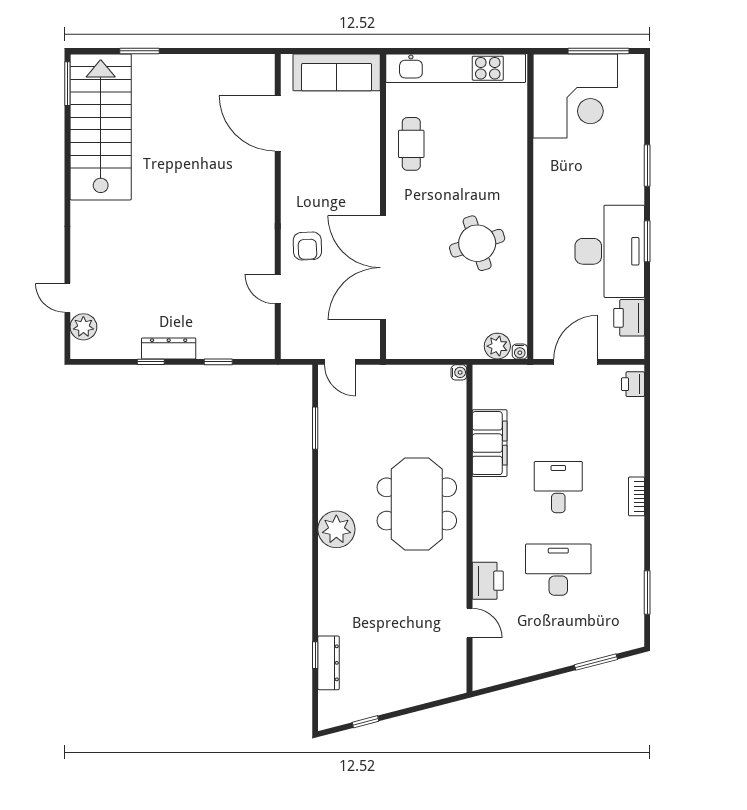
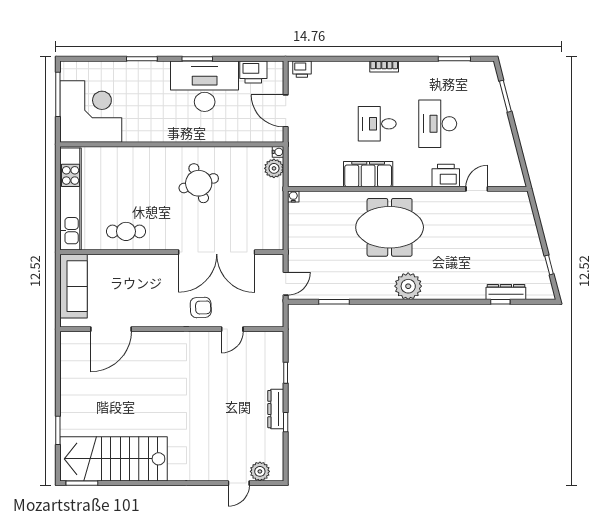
filing cabinet: (490, 443) -> (368, 174), moved

